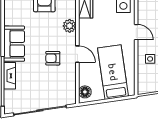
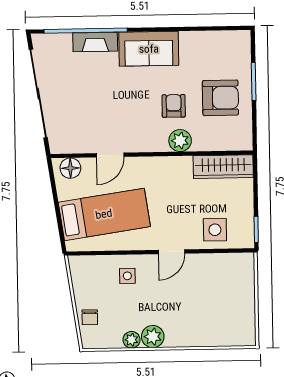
door: (77, 54) -> (110, 155), moved
armchair: (53, 58) -> (174, 106), moved

